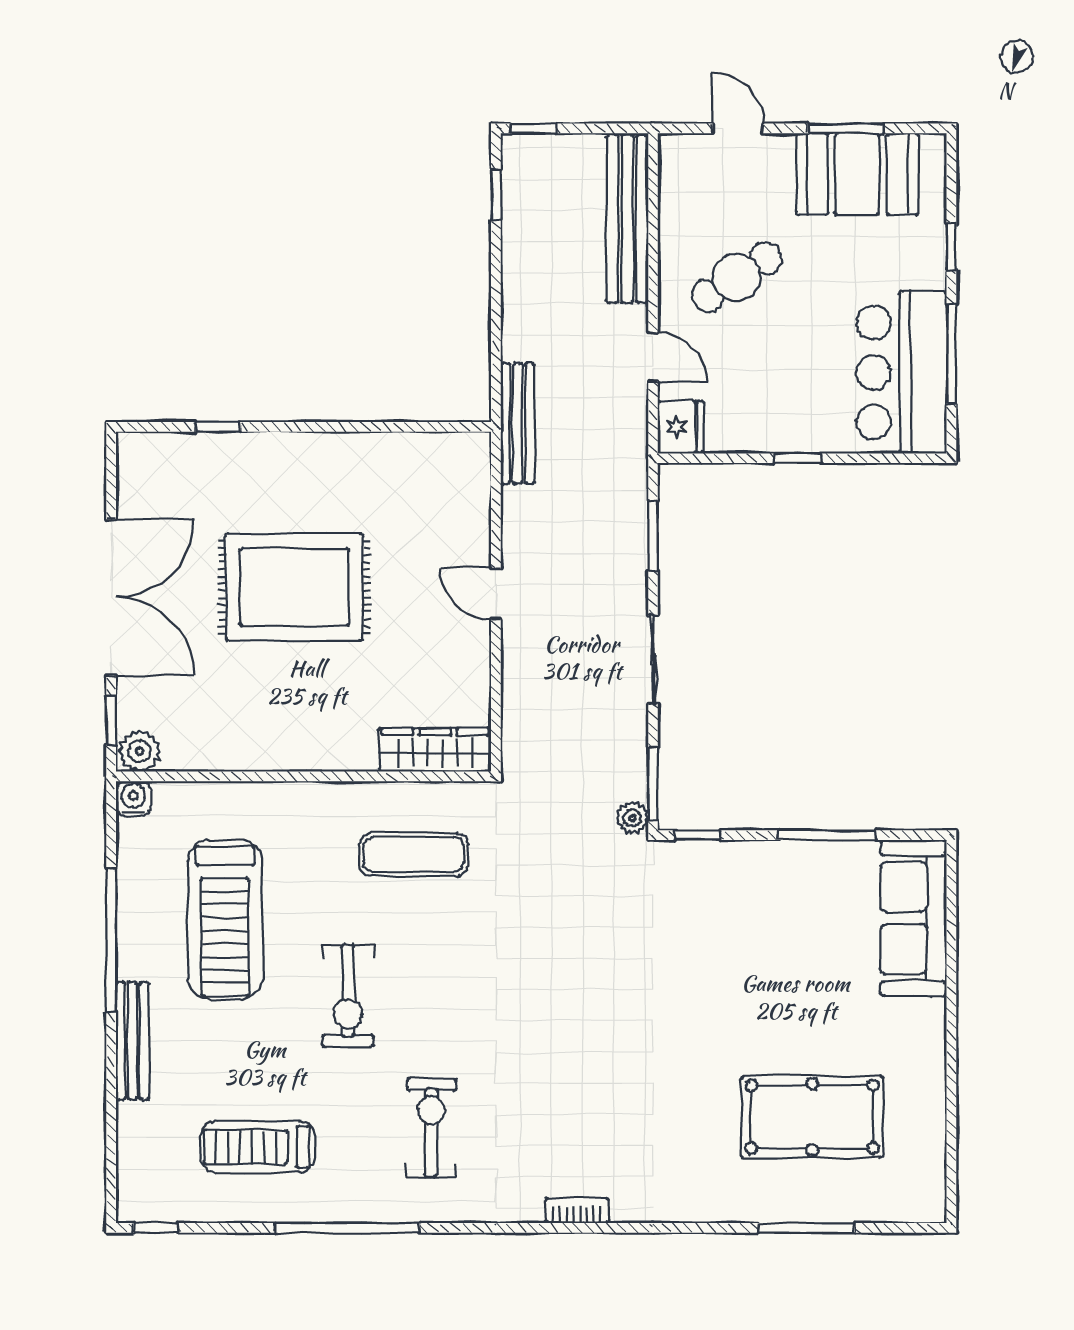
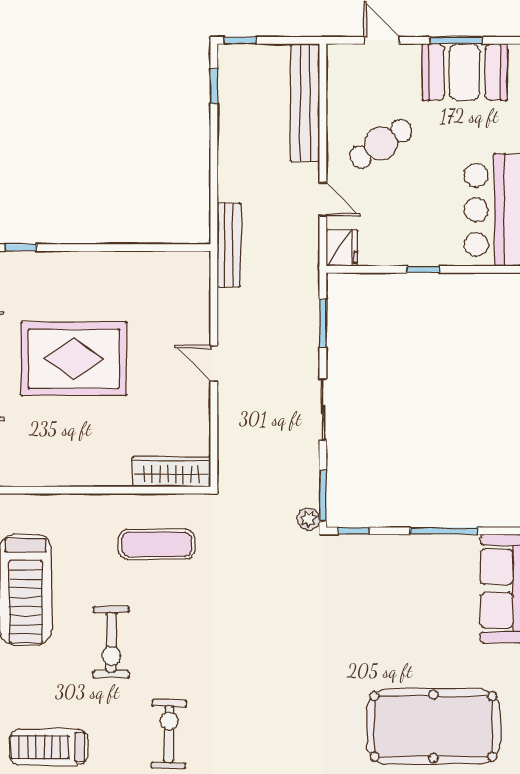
pool table: (812, 1117) -> (433, 726), width x1.36, depth x1.32

